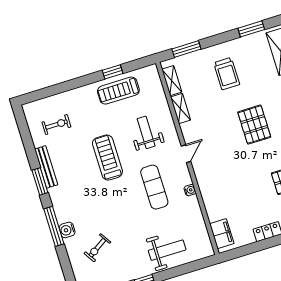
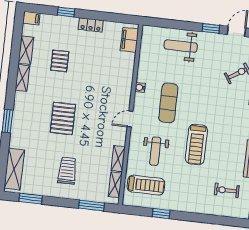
treadmill: (118, 91) -> (146, 185), moved

